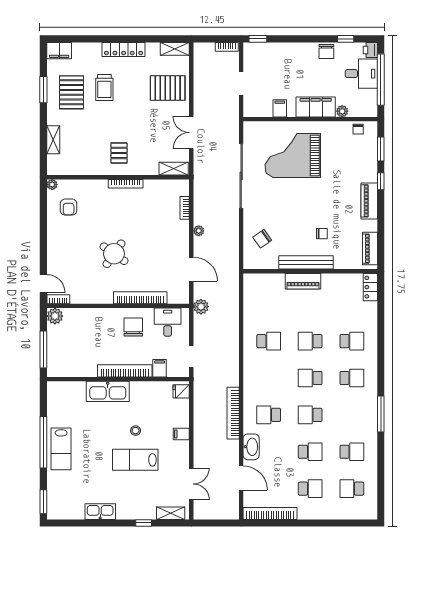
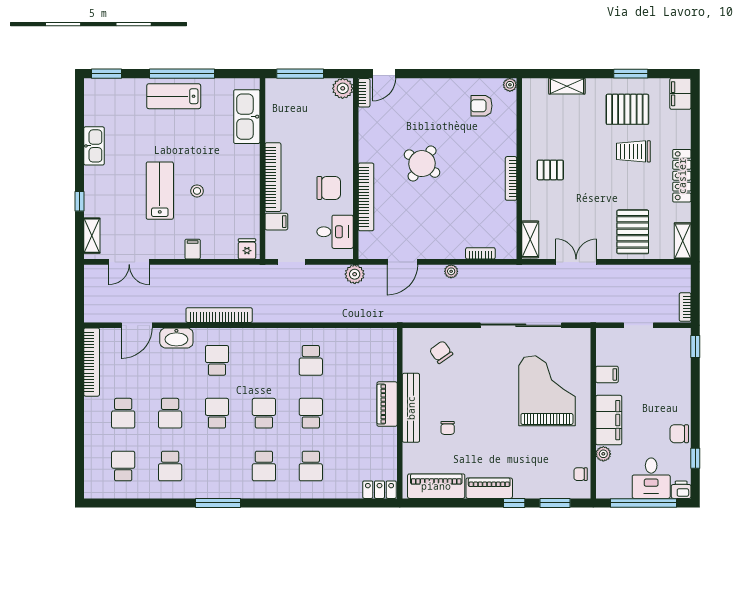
piano: (370, 249) -> (436, 486), width x1.37, depth x1.33
kitchen sink: (108, 391) -> (247, 117), moved

